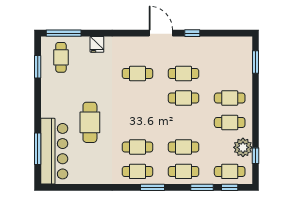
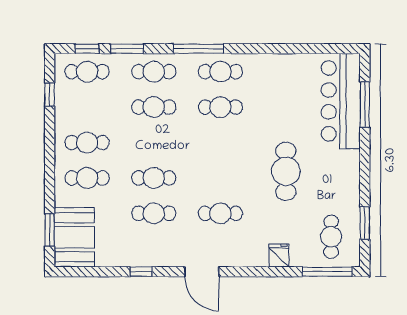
door: (161, 33) -> (202, 272), moved
booth: (239, 57) -> (74, 237), added
cafe table: (90, 122) -> (286, 171), moved
plant: (243, 147) -> (68, 106), removed
window: (153, 187) -> (199, 49), width x1.44

